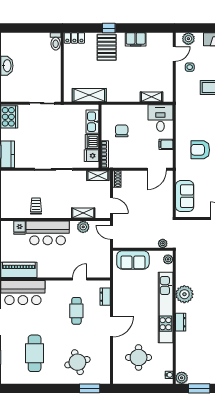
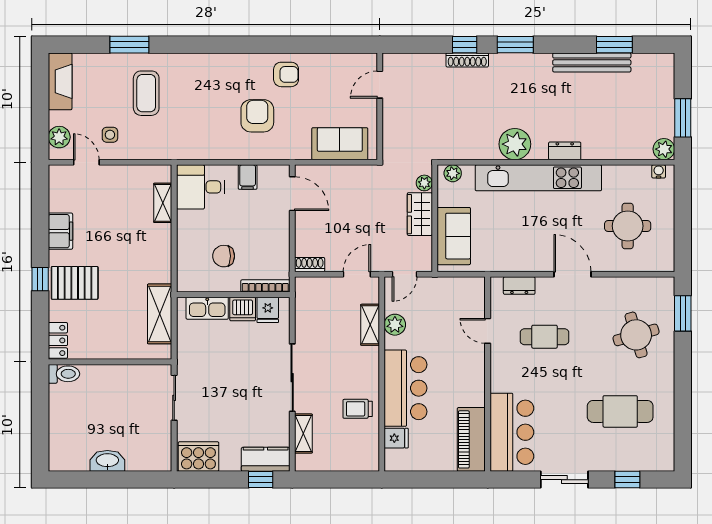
armchair: (200, 150) -> (257, 116), turned 180
shelving: (98, 176) -> (303, 434), moved
wardrobe: (145, 241) -> (420, 214), added

